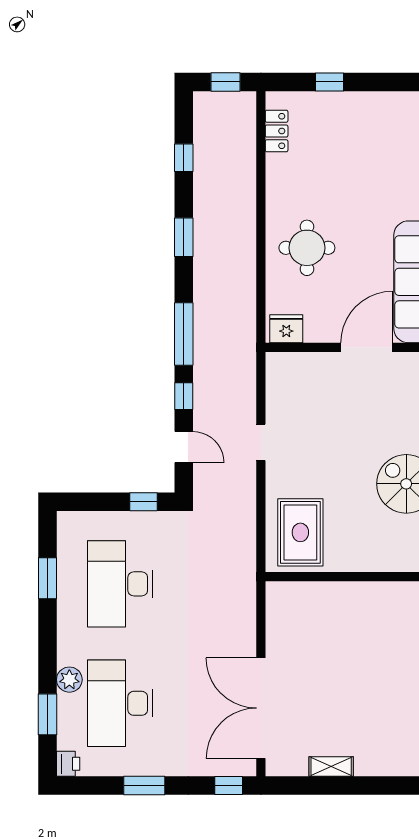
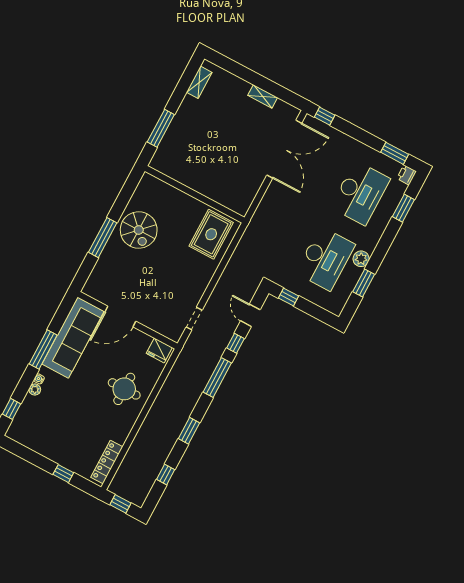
locker: (277, 131) -> (107, 462), width x1.53
doorway: (261, 442) -> (194, 319), moved
plant: (69, 680) -> (361, 259), moved
window: (144, 785) -> (395, 153), moved

